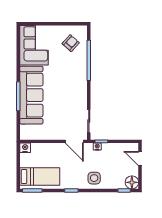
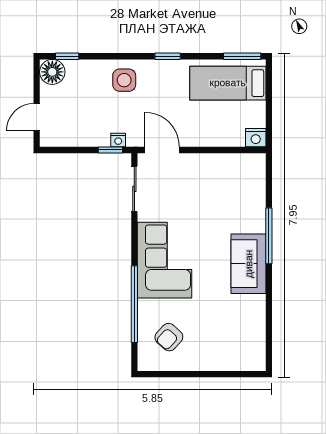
corner sofa: (34, 45) -> (165, 260), moved, turned 180
sofa: (31, 95) -> (249, 264), width x0.54, depth x0.79
door: (140, 159) -> (37, 117), swing flipped

